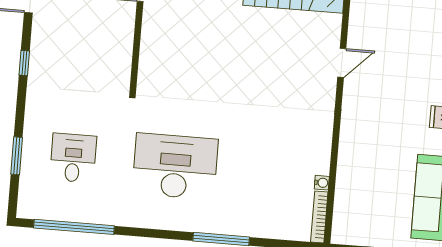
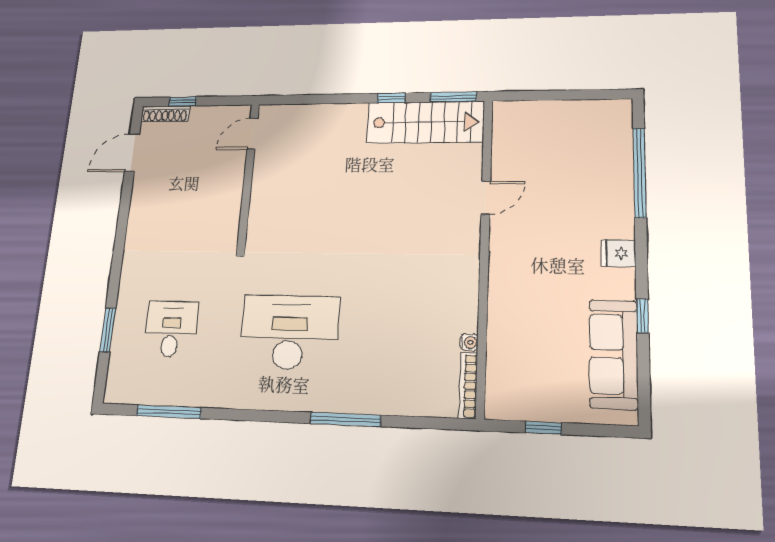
window: (24, 63) -> (122, 226), removed
window: (74, 227) -> (169, 412), width x0.68

